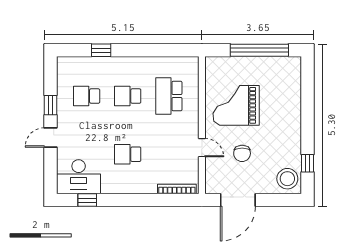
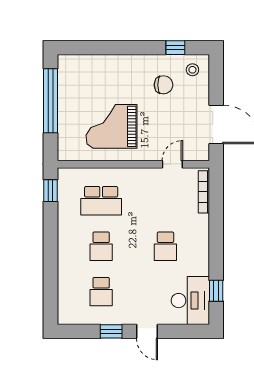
window: (101, 50) -> (50, 191), moved
grand piano: (236, 105) -> (111, 126), turned 90
door: (202, 148) -> (172, 164), moved
chair: (242, 153) -> (163, 85), moved
stool: (287, 179) -> (192, 70), width x0.53, depth x0.53

